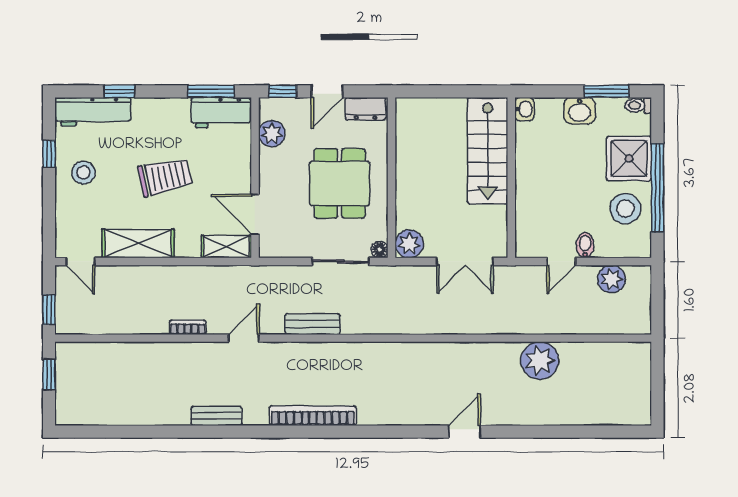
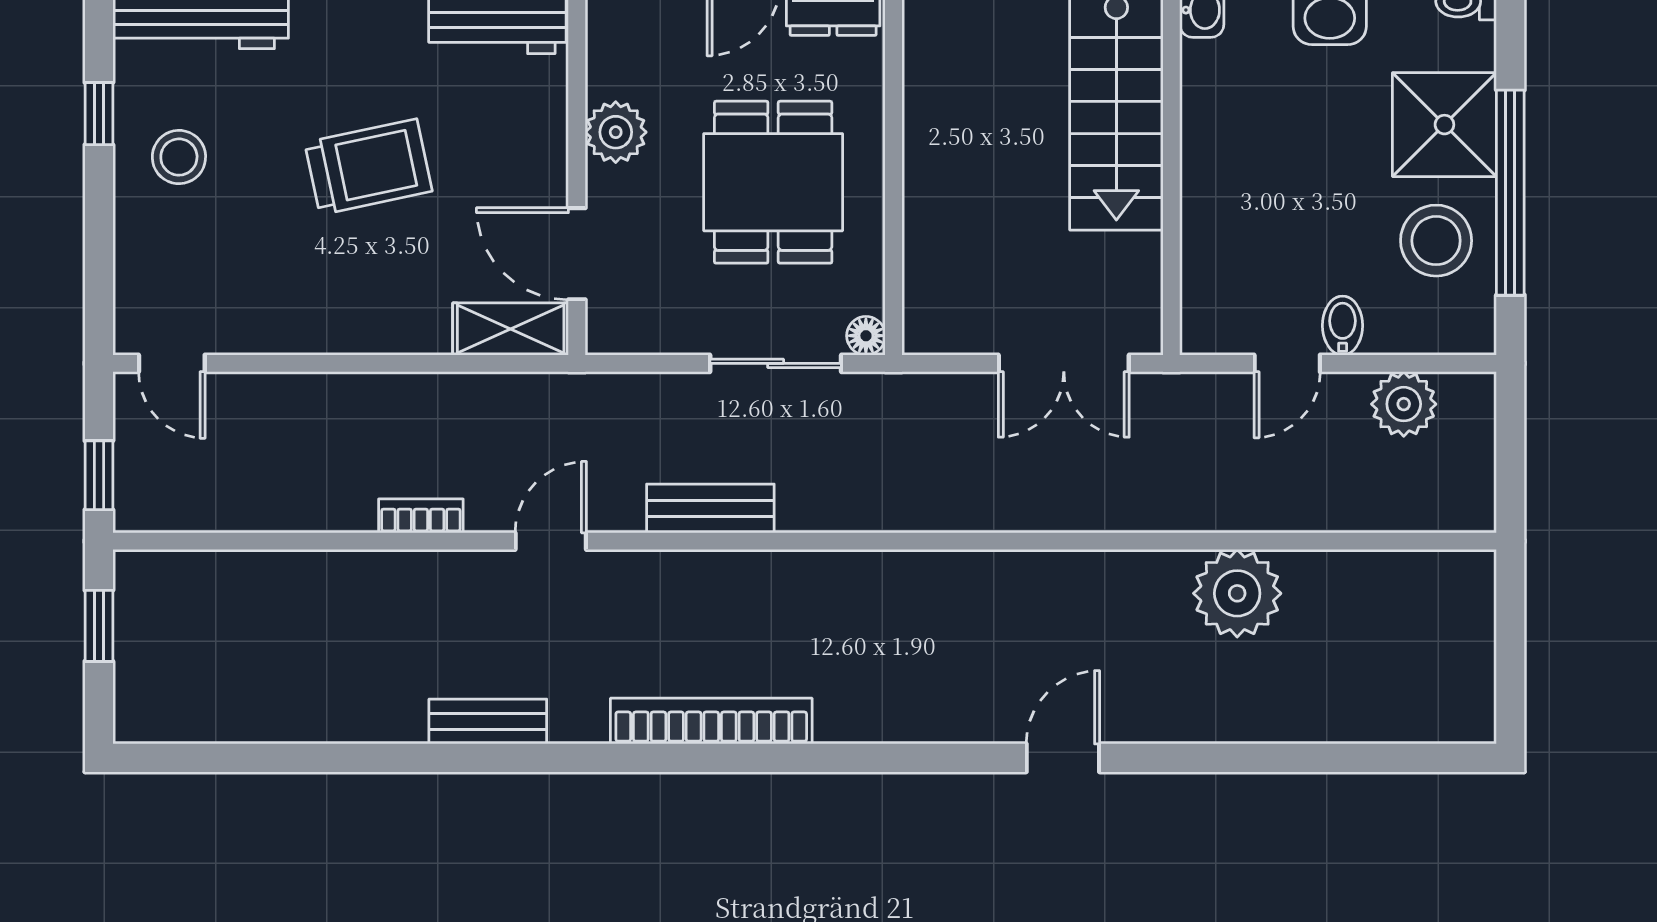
plant: (272, 134) -> (616, 132), moved
shelving: (138, 243) -> (306, 322), removed
plant: (409, 244) -> (934, 322), removed

